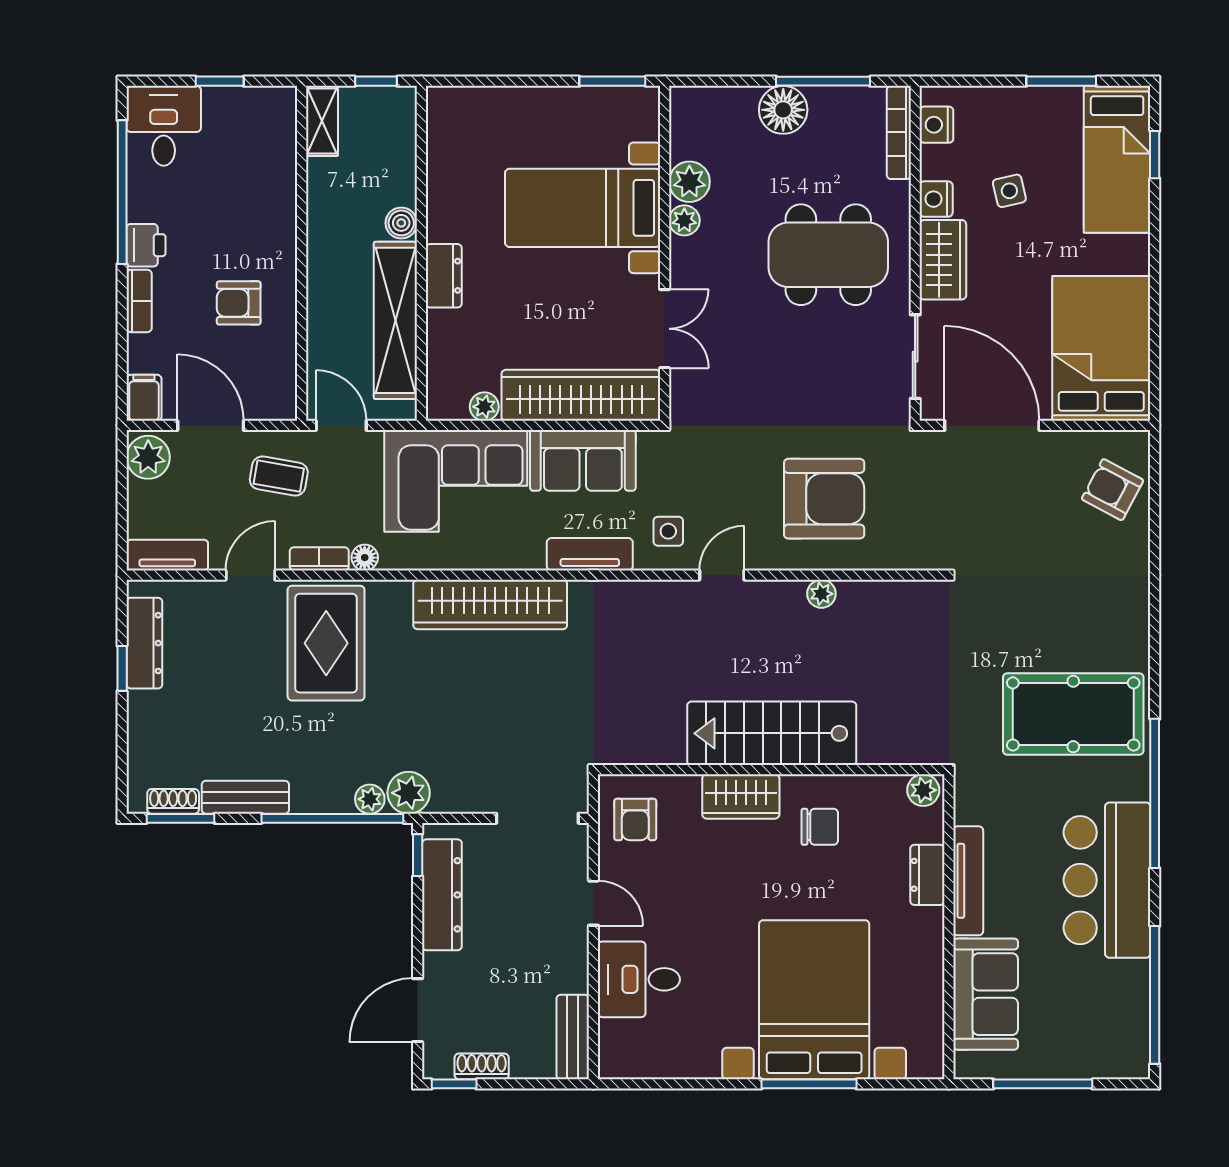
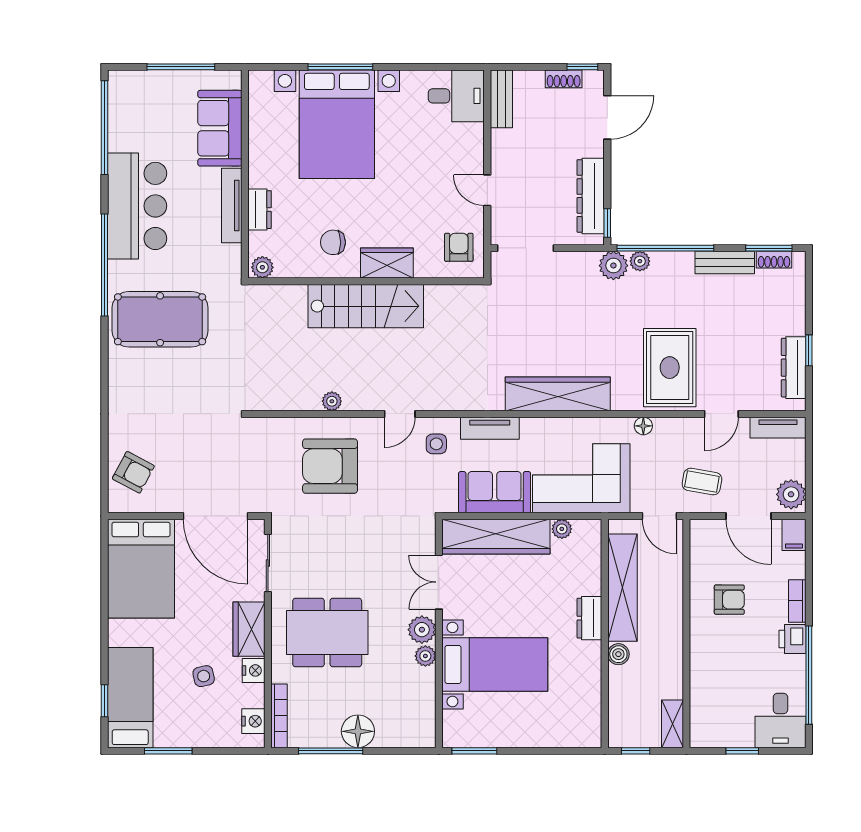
plant: (689, 182) -> (422, 630), moved
bookcase: (319, 559) -> (674, 425), removed
desk: (639, 979) -> (456, 96), moved

